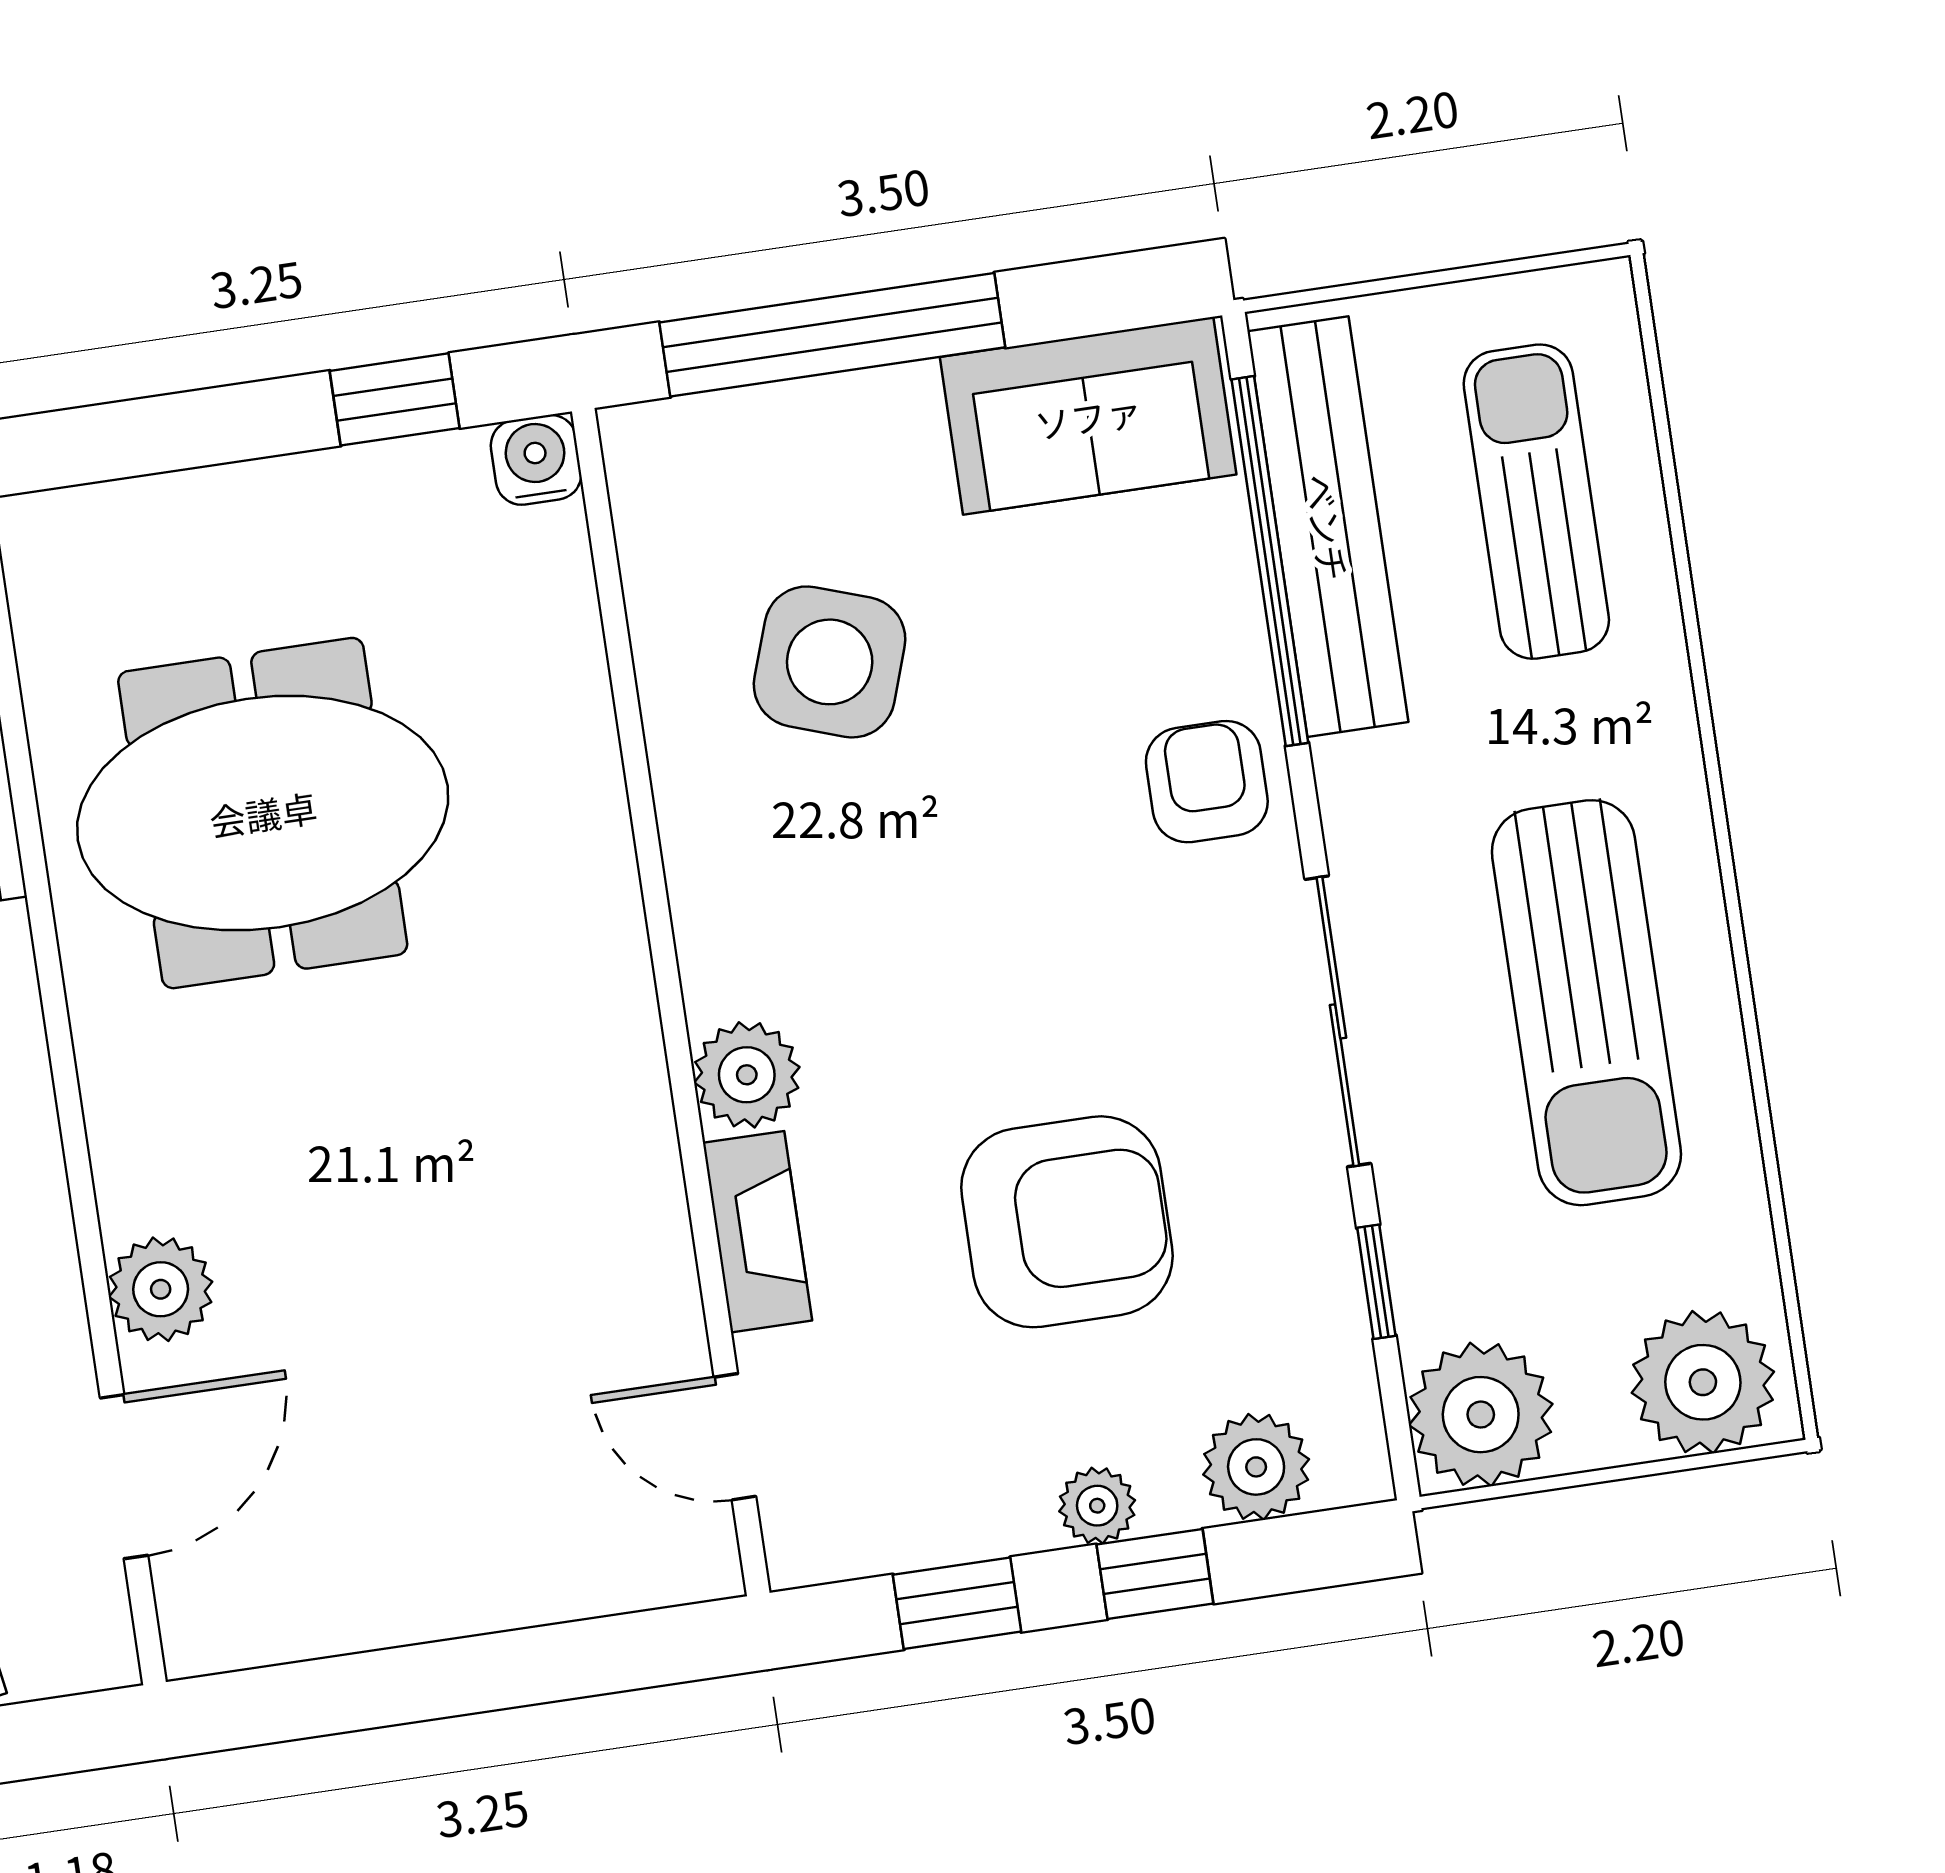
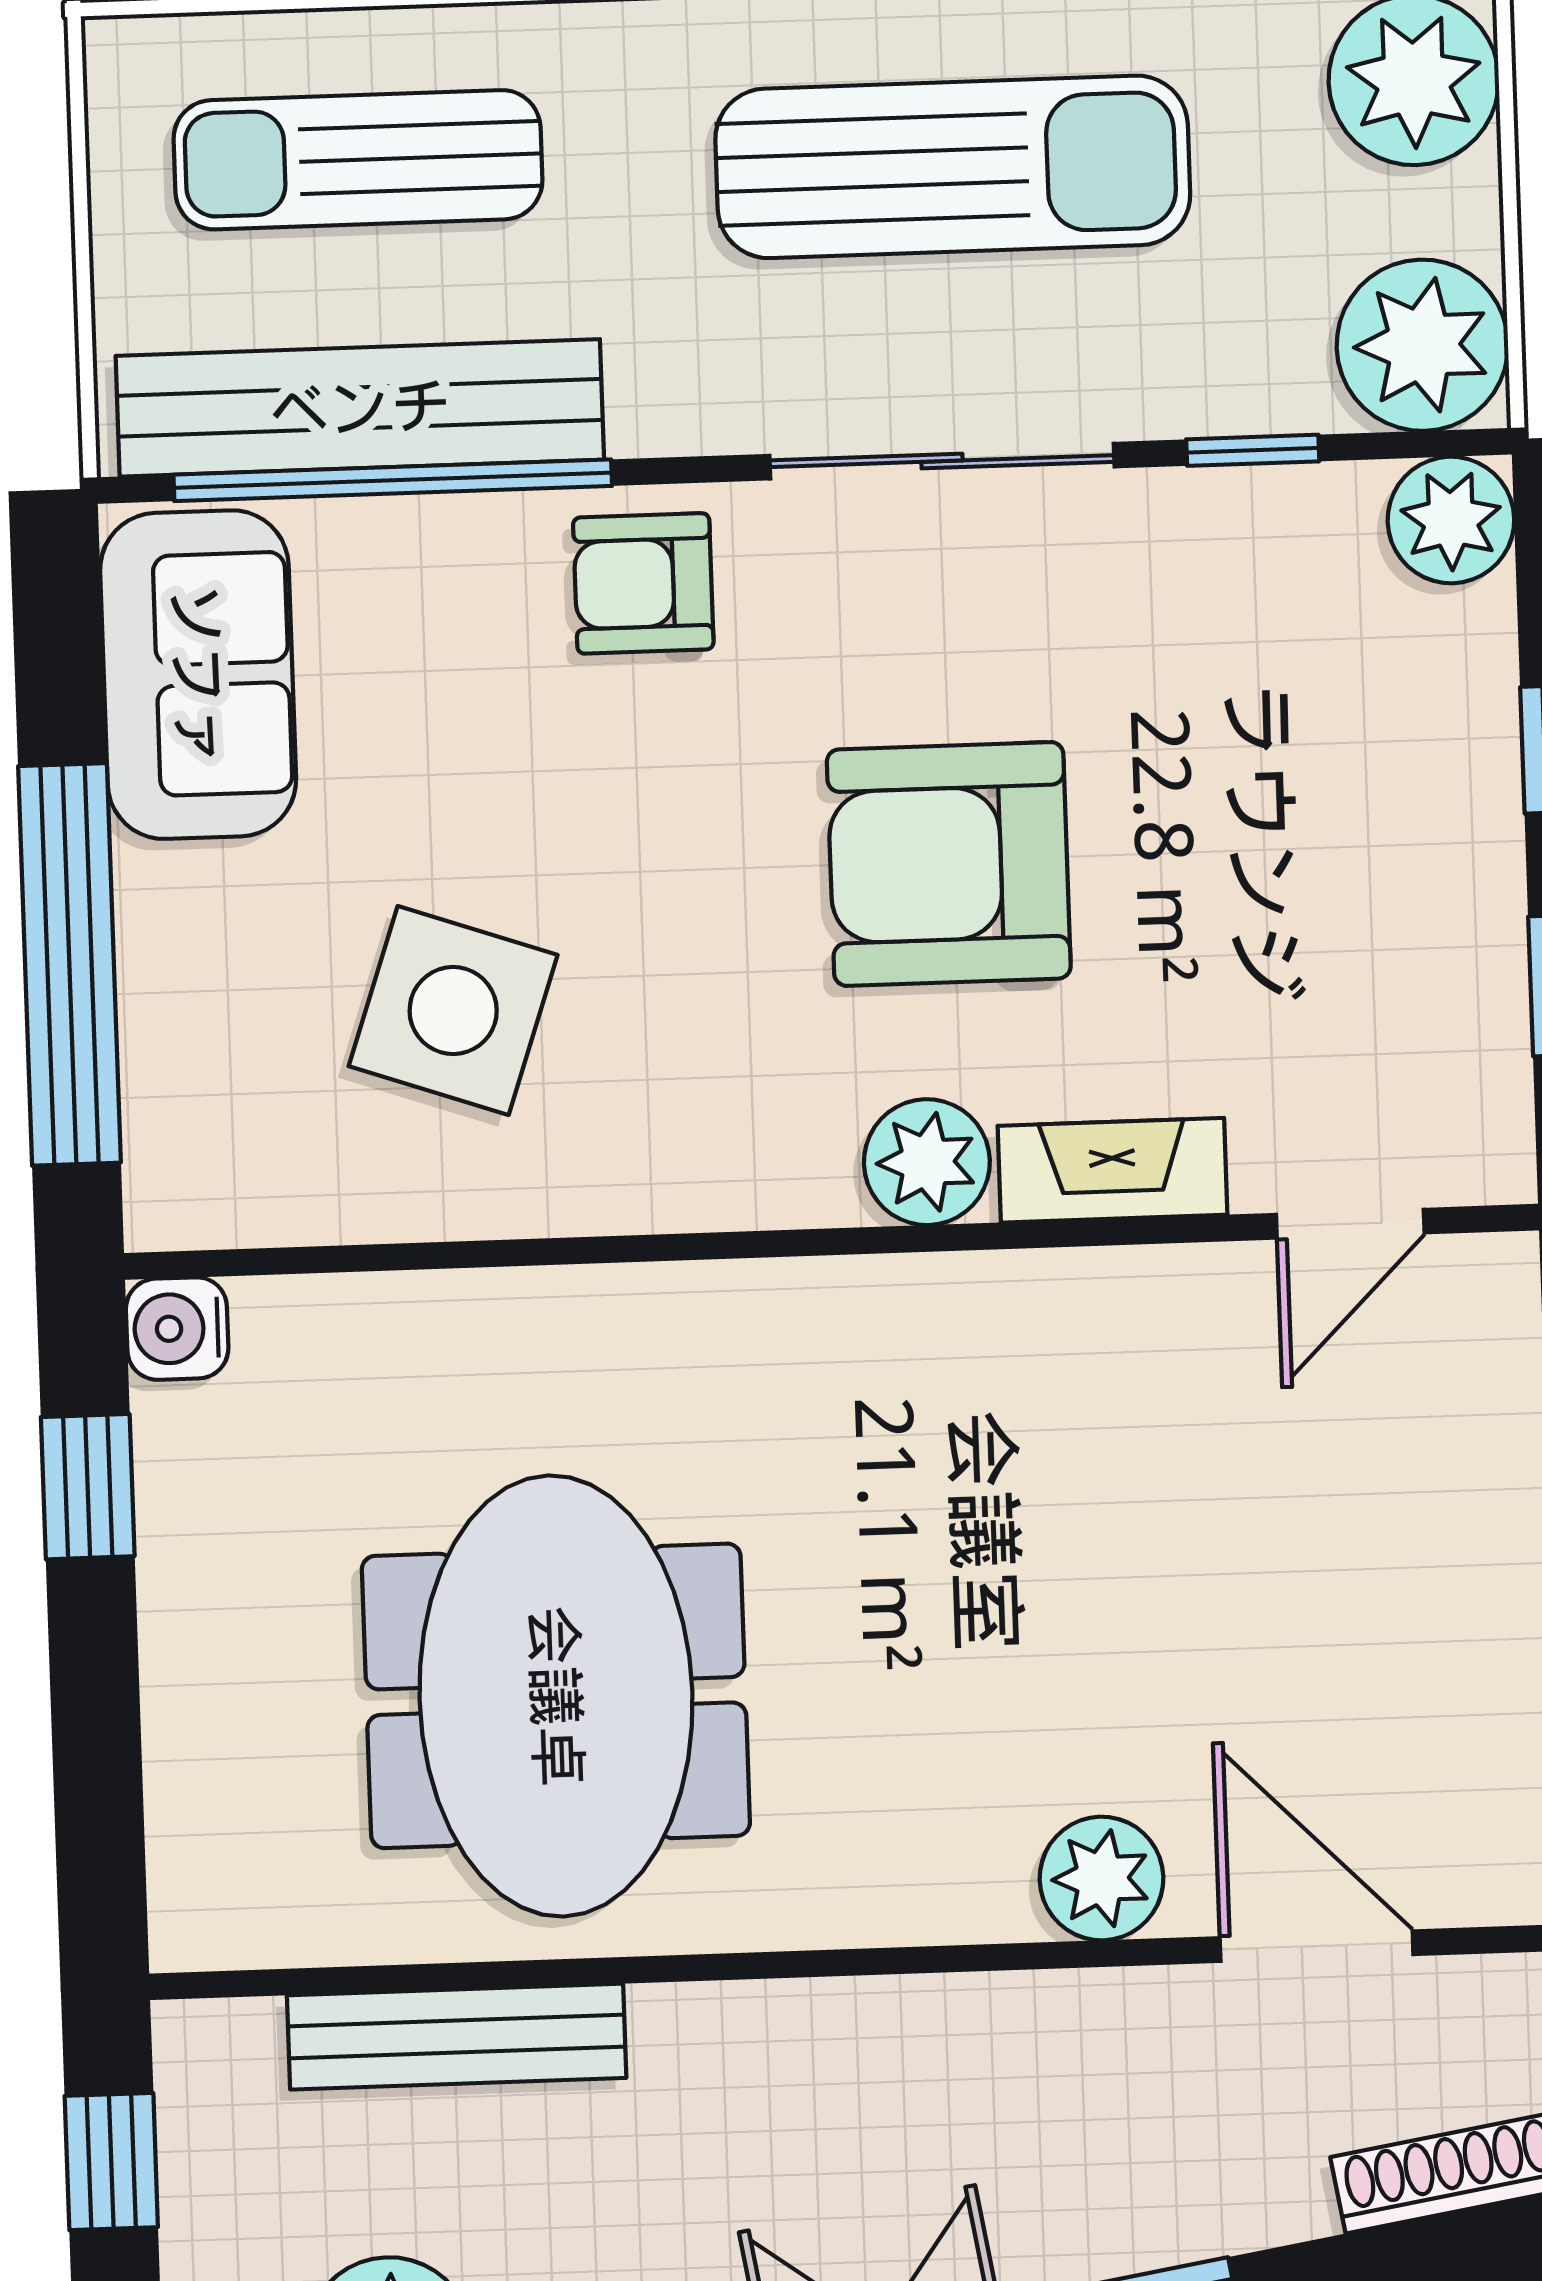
armchair: (1067, 1222) -> (949, 864), moved, turned -90
plant: (1256, 1467) -> (1451, 520), moved
plant: (1097, 1506) -> (1479, 807), removed

